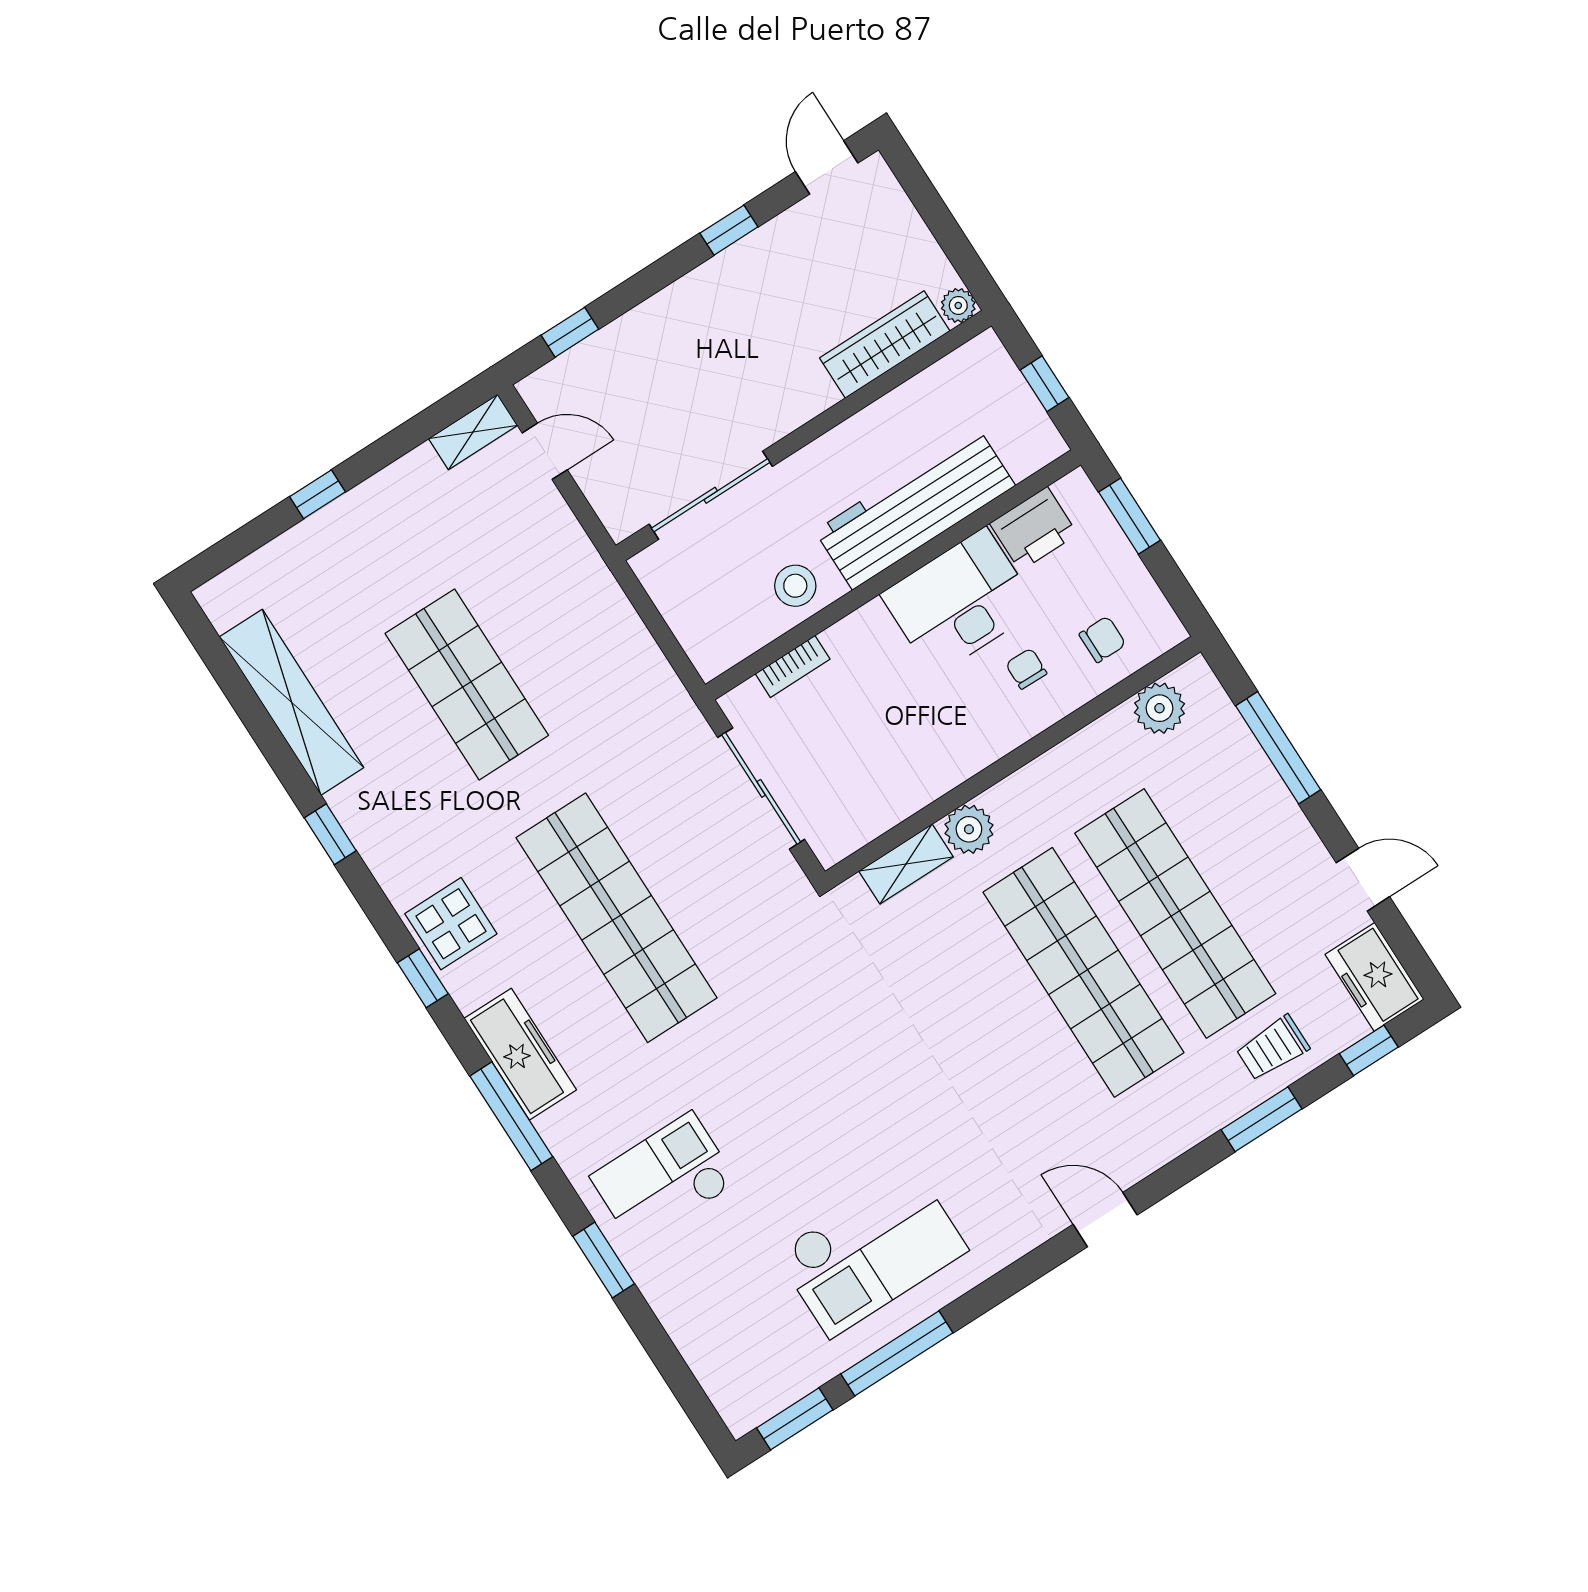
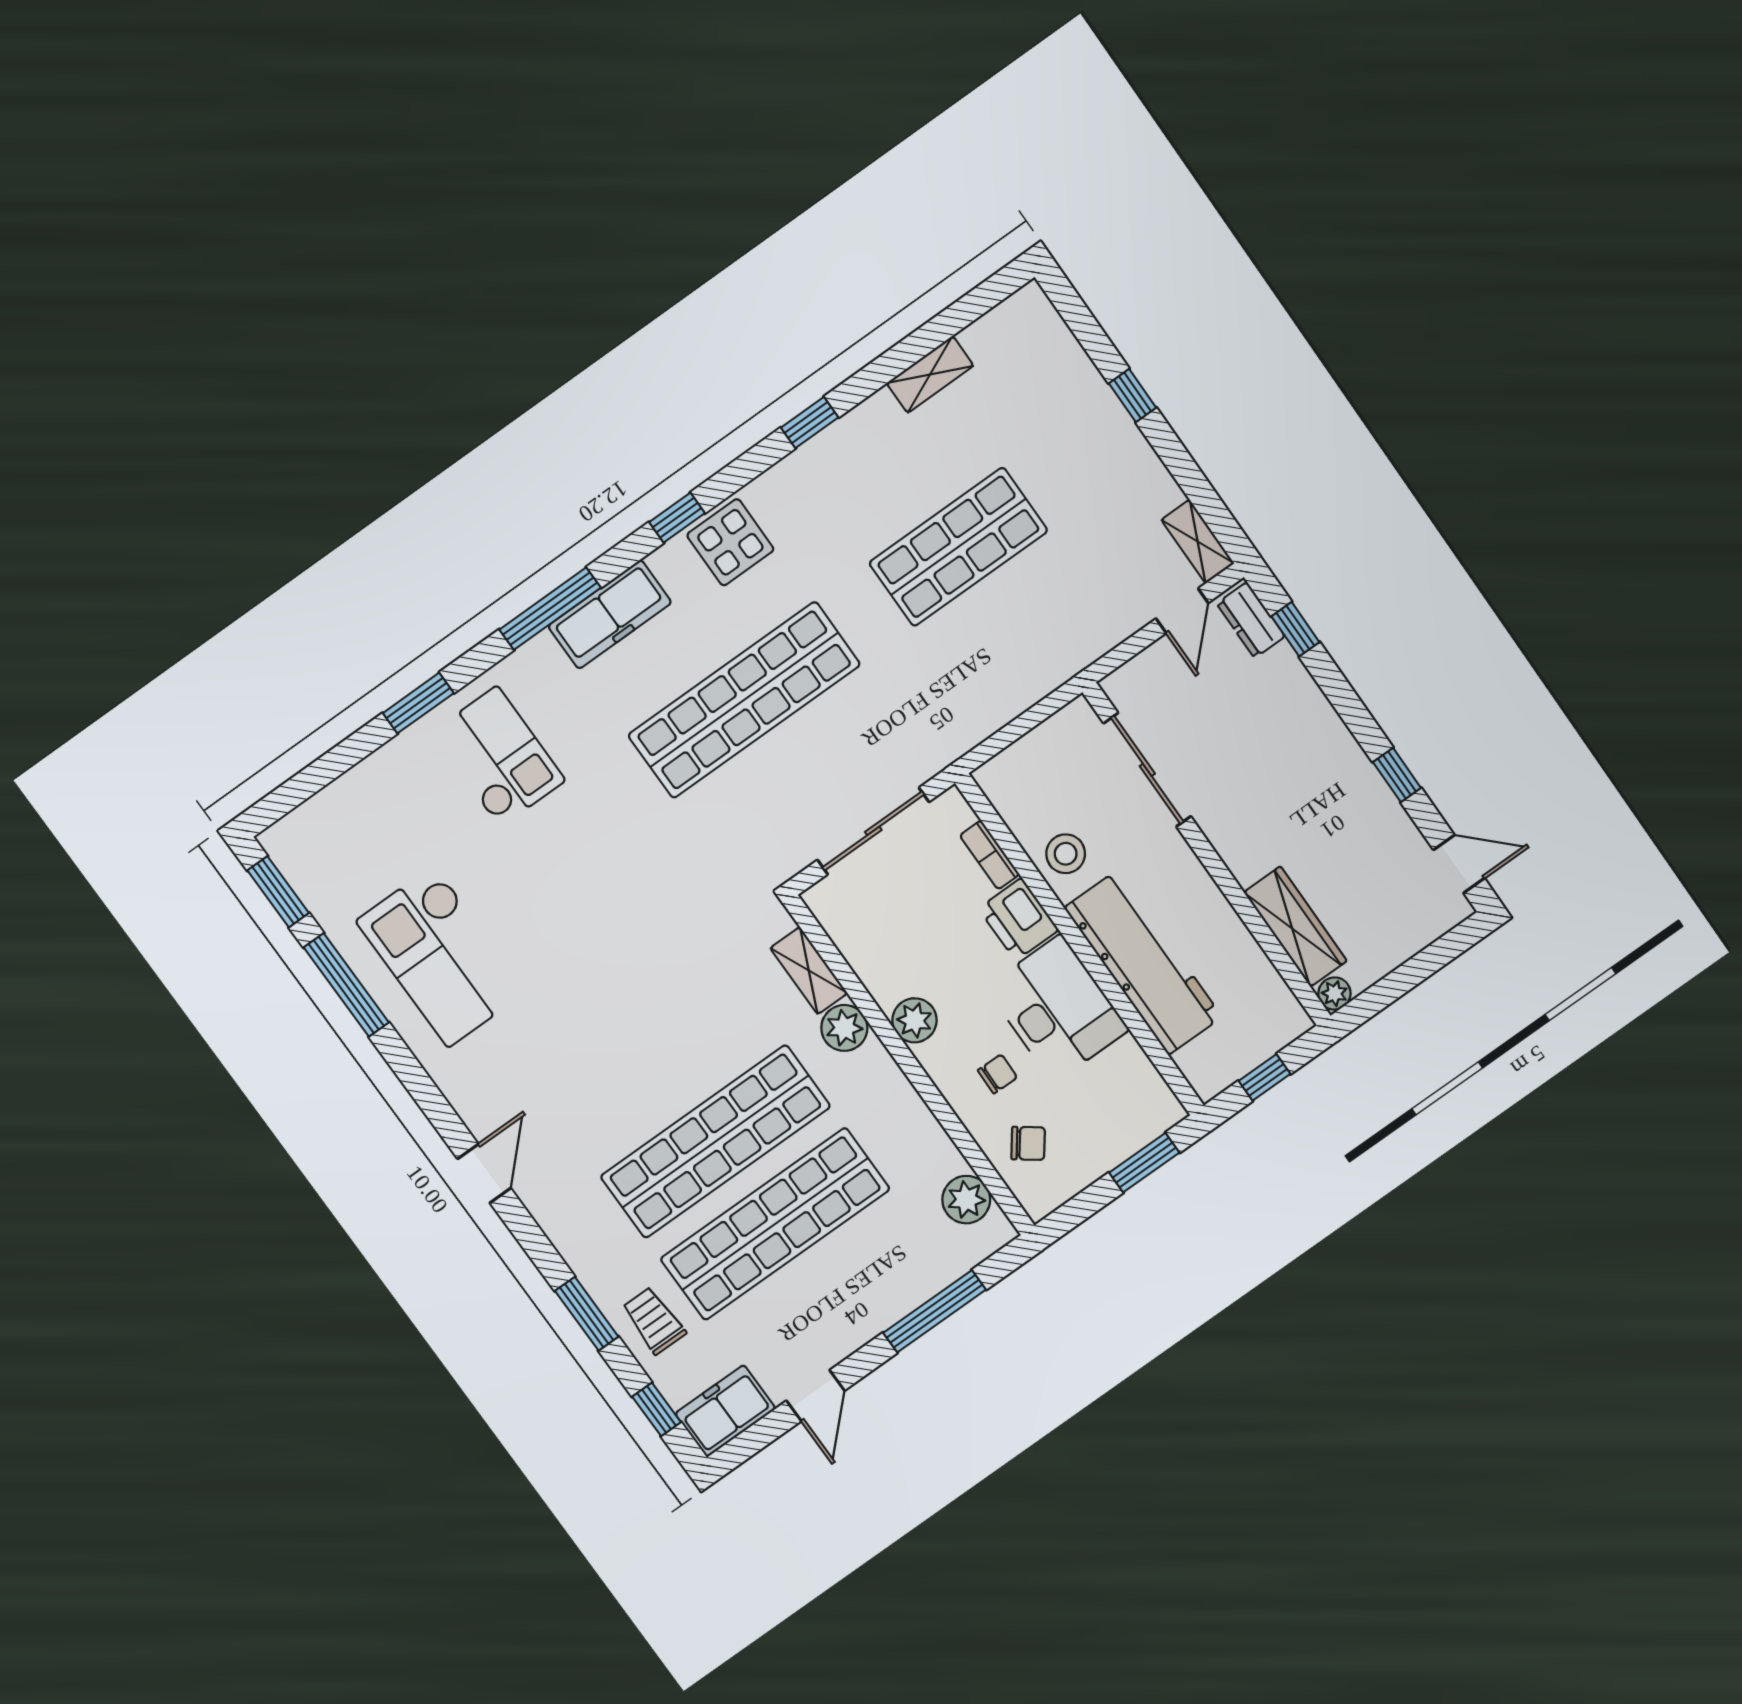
dresser: (558, 379) -> (1251, 620), added
printer: (1034, 529) -> (1019, 919), moved
chair: (1102, 639) -> (1028, 1143), turned -53
shelving: (292, 702) -> (930, 374), width x0.45, depth x0.75
plant: (965, 754) -> (915, 1020), added

